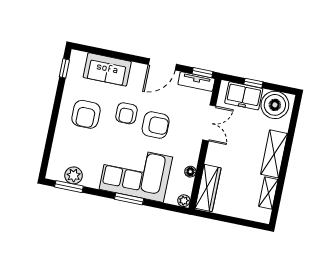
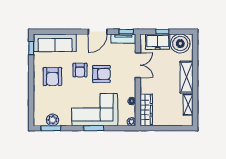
sofa: (107, 69) -> (55, 43), width x1.36

